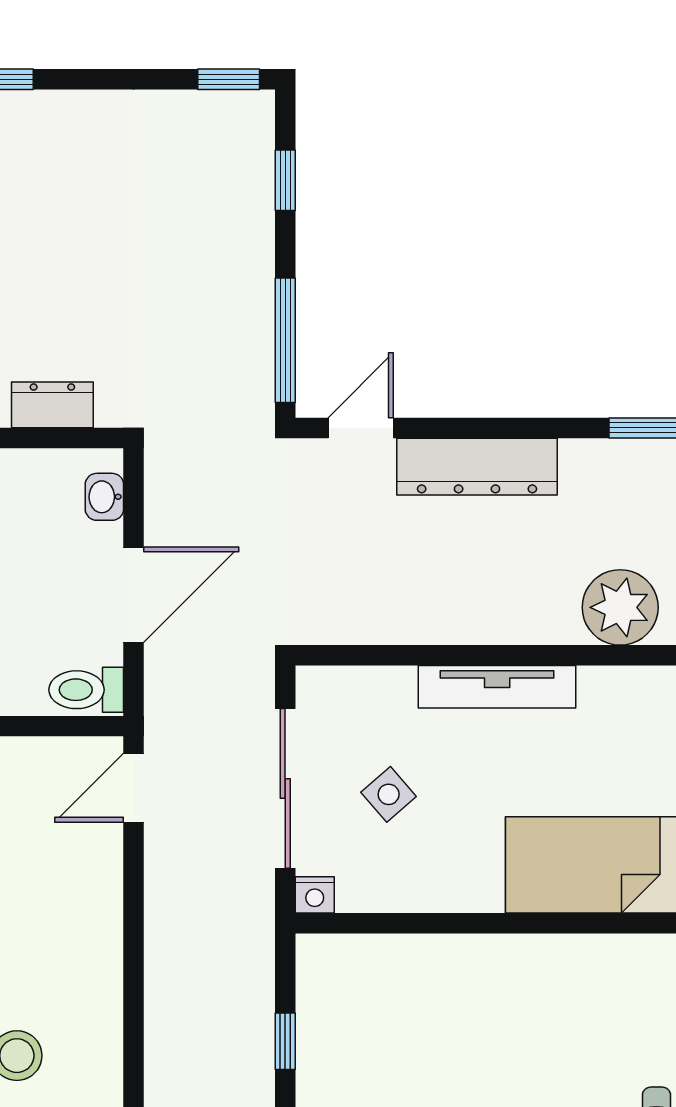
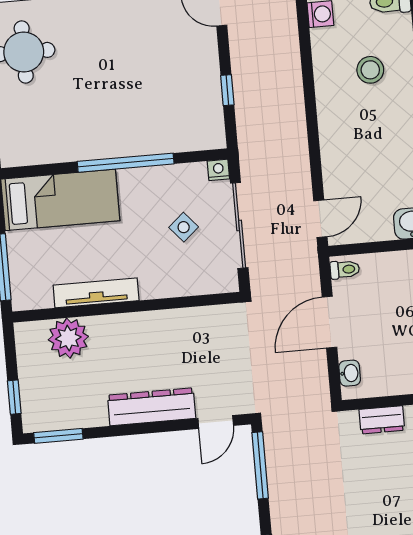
tv unit: (497, 687) -> (96, 293), moved
toilet: (86, 690) -> (345, 269), width x0.73, depth x0.72
window: (486, 923) -> (126, 163), added

